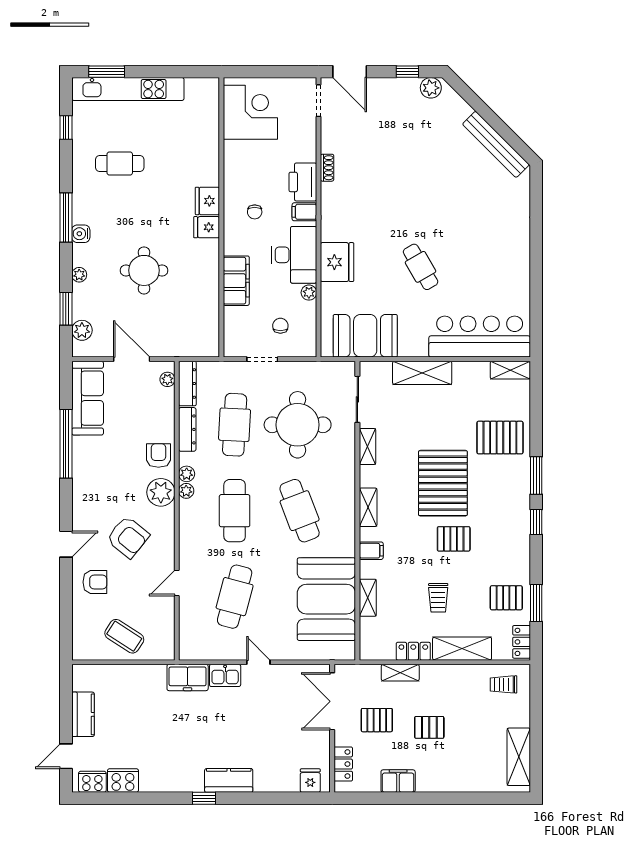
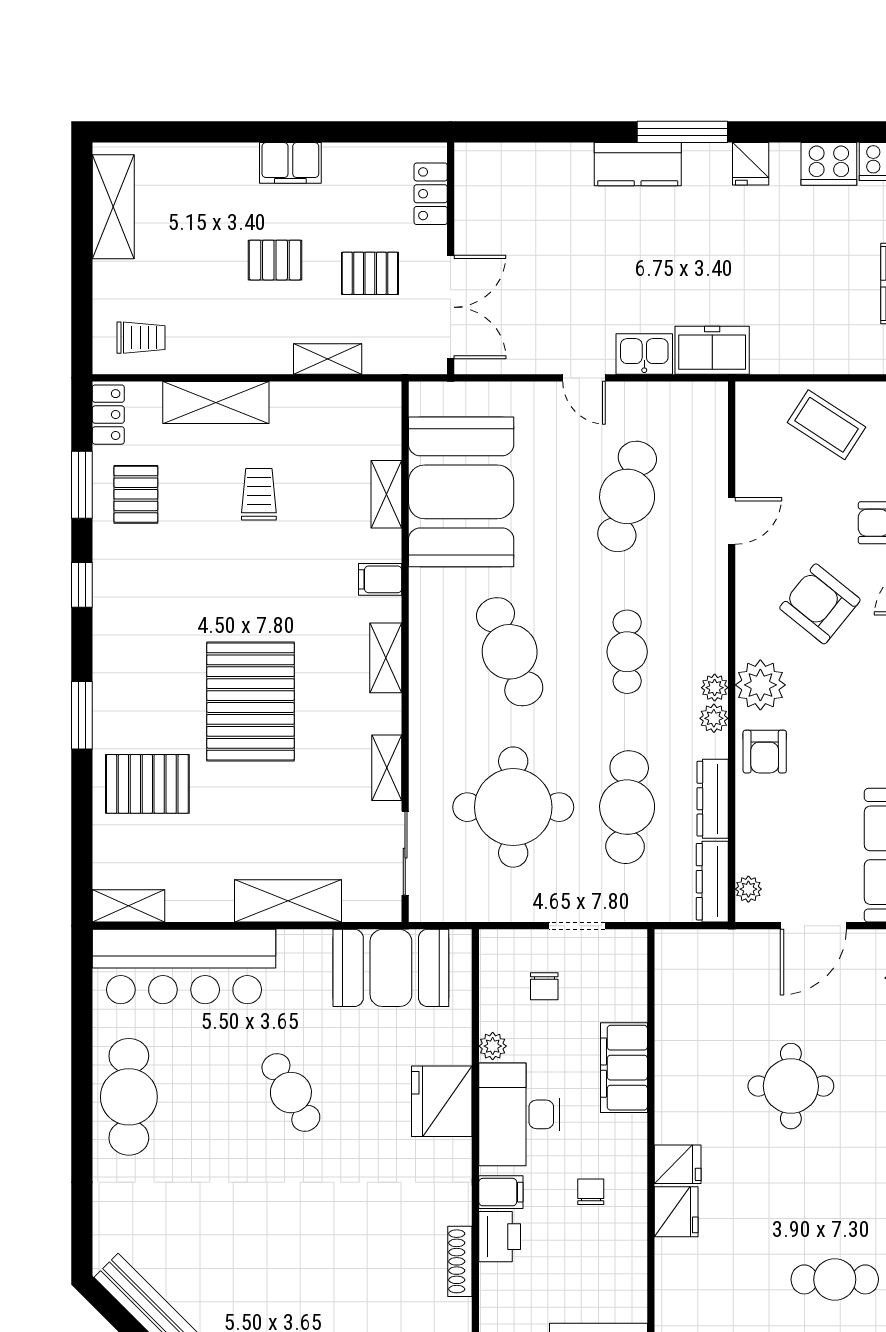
shoe rack: (327, 168) -> (460, 1261), width x1.43
printer: (303, 182) -> (500, 1237), width x0.73, depth x0.84
cafe table: (510, 264) -> (129, 1097), added
door: (132, 359) -> (813, 926), hinge flipped
cafe table: (235, 511) -> (627, 652), width x0.73, depth x0.74
window: (536, 522) -> (82, 585), moved
pallet: (454, 539) -> (231, 601), removed
pallet: (506, 598) -> (136, 494), turned 90
locker: (413, 651) -> (304, 398), removed
fridge: (310, 781) -> (751, 164), moved
filing cabinet: (398, 781) -> (290, 163), moved
window: (204, 798) -> (682, 132), width x2.17

